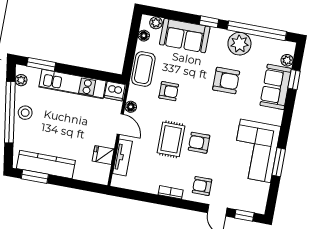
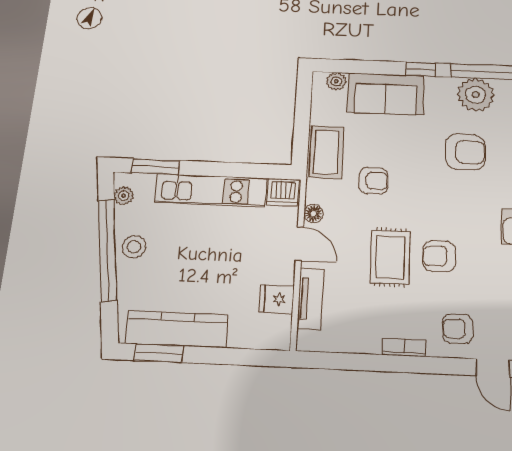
floor lamp: (144, 36) -> (320, 102), removed

